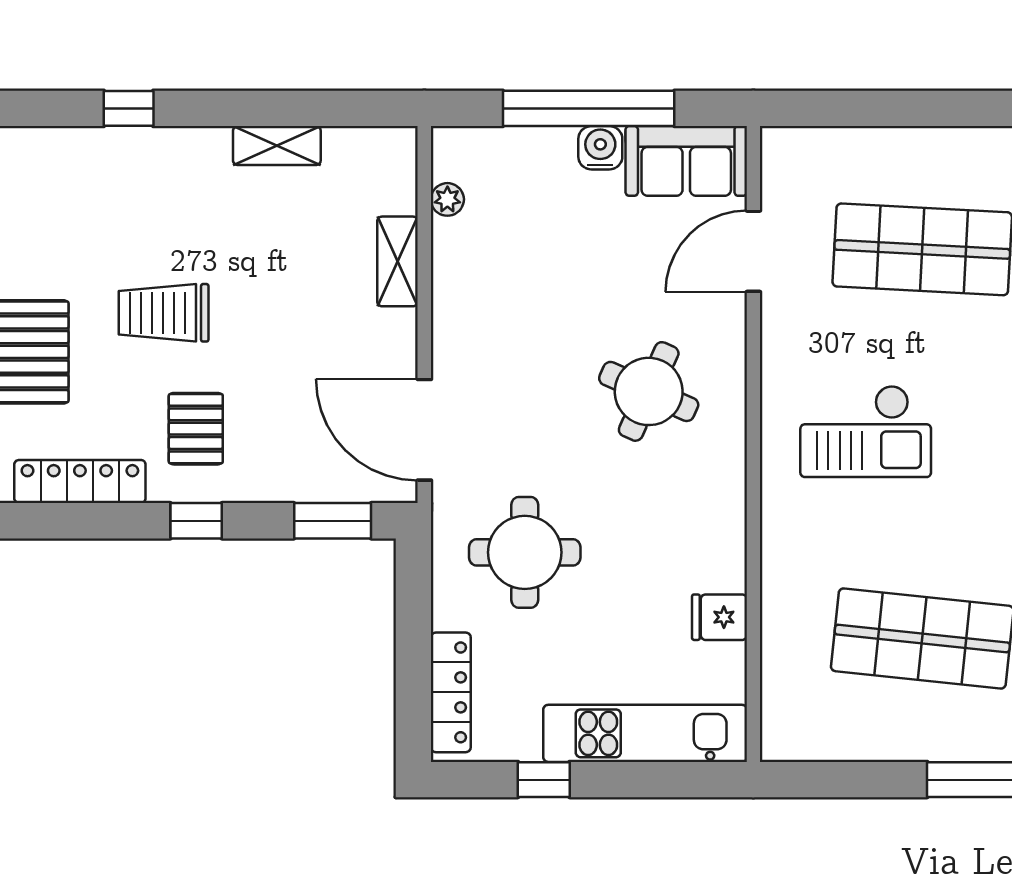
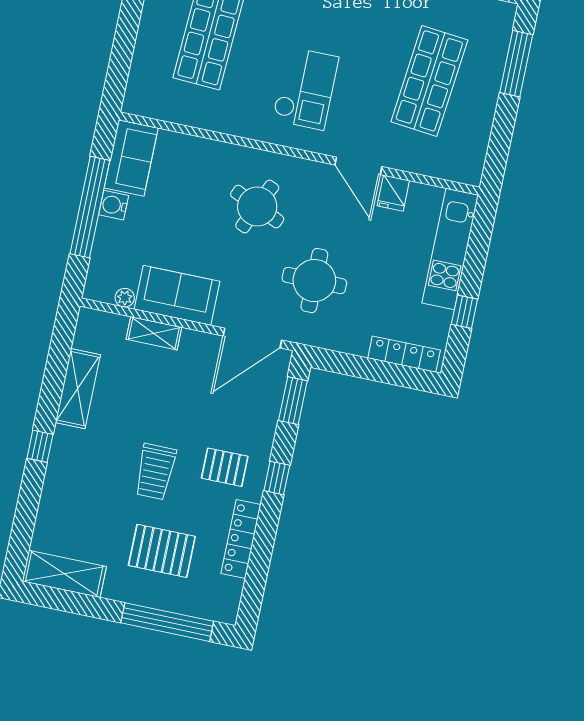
window: (129, 108) -> (40, 446), moved
shelving: (277, 146) -> (78, 389), width x1.50, depth x1.33
door: (753, 251) -> (358, 166), moved
sofa: (470, 287) -> (177, 295), added
round table: (525, 552) -> (314, 281), moved

